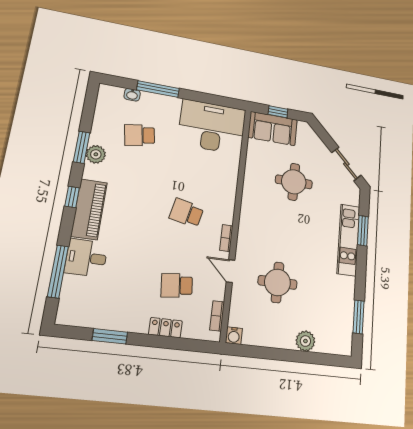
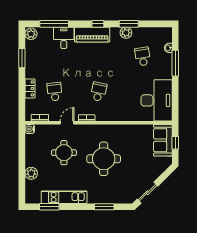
round table: (294, 182) -> (104, 159), moved, width x1.36, depth x1.36
kitchen unit: (348, 240) -> (64, 197), moved
plant: (69, 315) -> (31, 34), added

